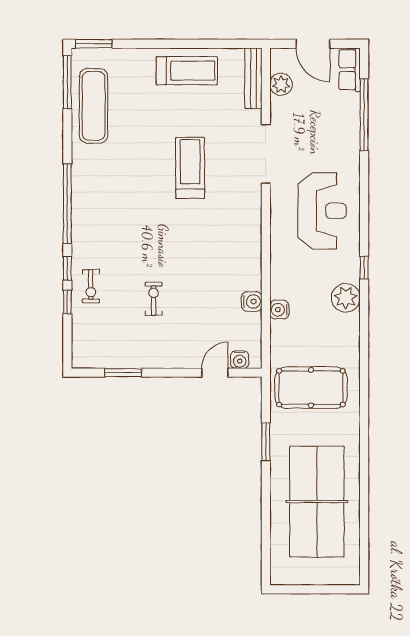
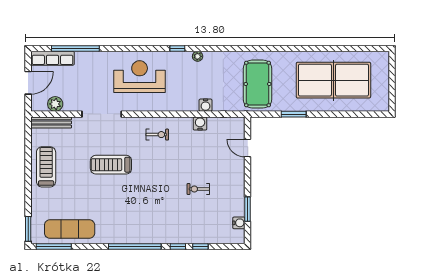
row of seats: (350, 70) -> (52, 58), width x1.48
exercise bike: (91, 286) -> (157, 135), moved
plant: (346, 298) -> (198, 56), width x0.53, depth x0.53
water cooler: (240, 360) -> (239, 223), moved

